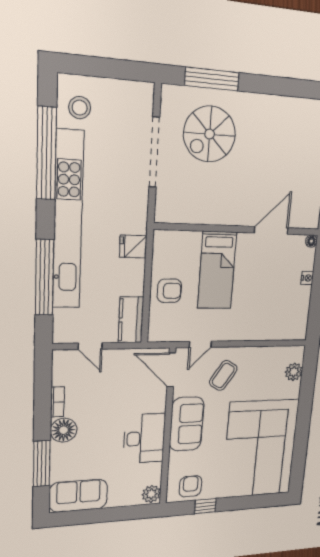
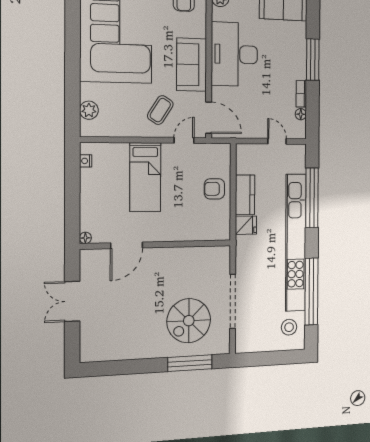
spiral stairs: (210, 134) -> (189, 321), turned 180
bed: (217, 270) -> (145, 177), moved, turned 180
nightstand: (307, 278) -> (86, 161), moved
kitchen counter: (131, 320) -> (245, 195), moved
floor lamp: (64, 430) -> (301, 114), moved, width x0.53, depth x0.53
desk: (144, 438) -> (234, 54), width x1.36, depth x1.30
window: (42, 464) -> (313, 60), moved

